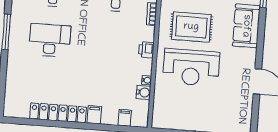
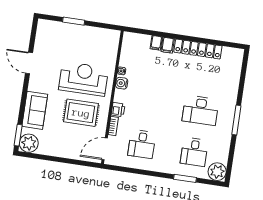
printer: (146, 50) -> (118, 110), moved
water cooler: (144, 92) -> (122, 83), moved
filing cabinet: (125, 118) -> (156, 43), moved

